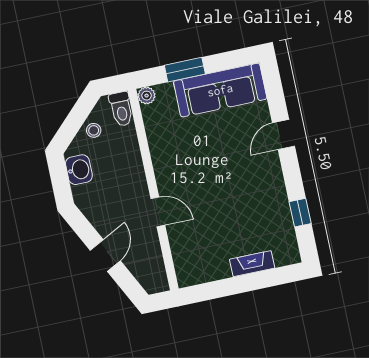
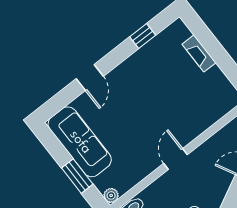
door: (283, 135) -> (90, 78), hinge flipped
door: (158, 212) -> (175, 159), moved

